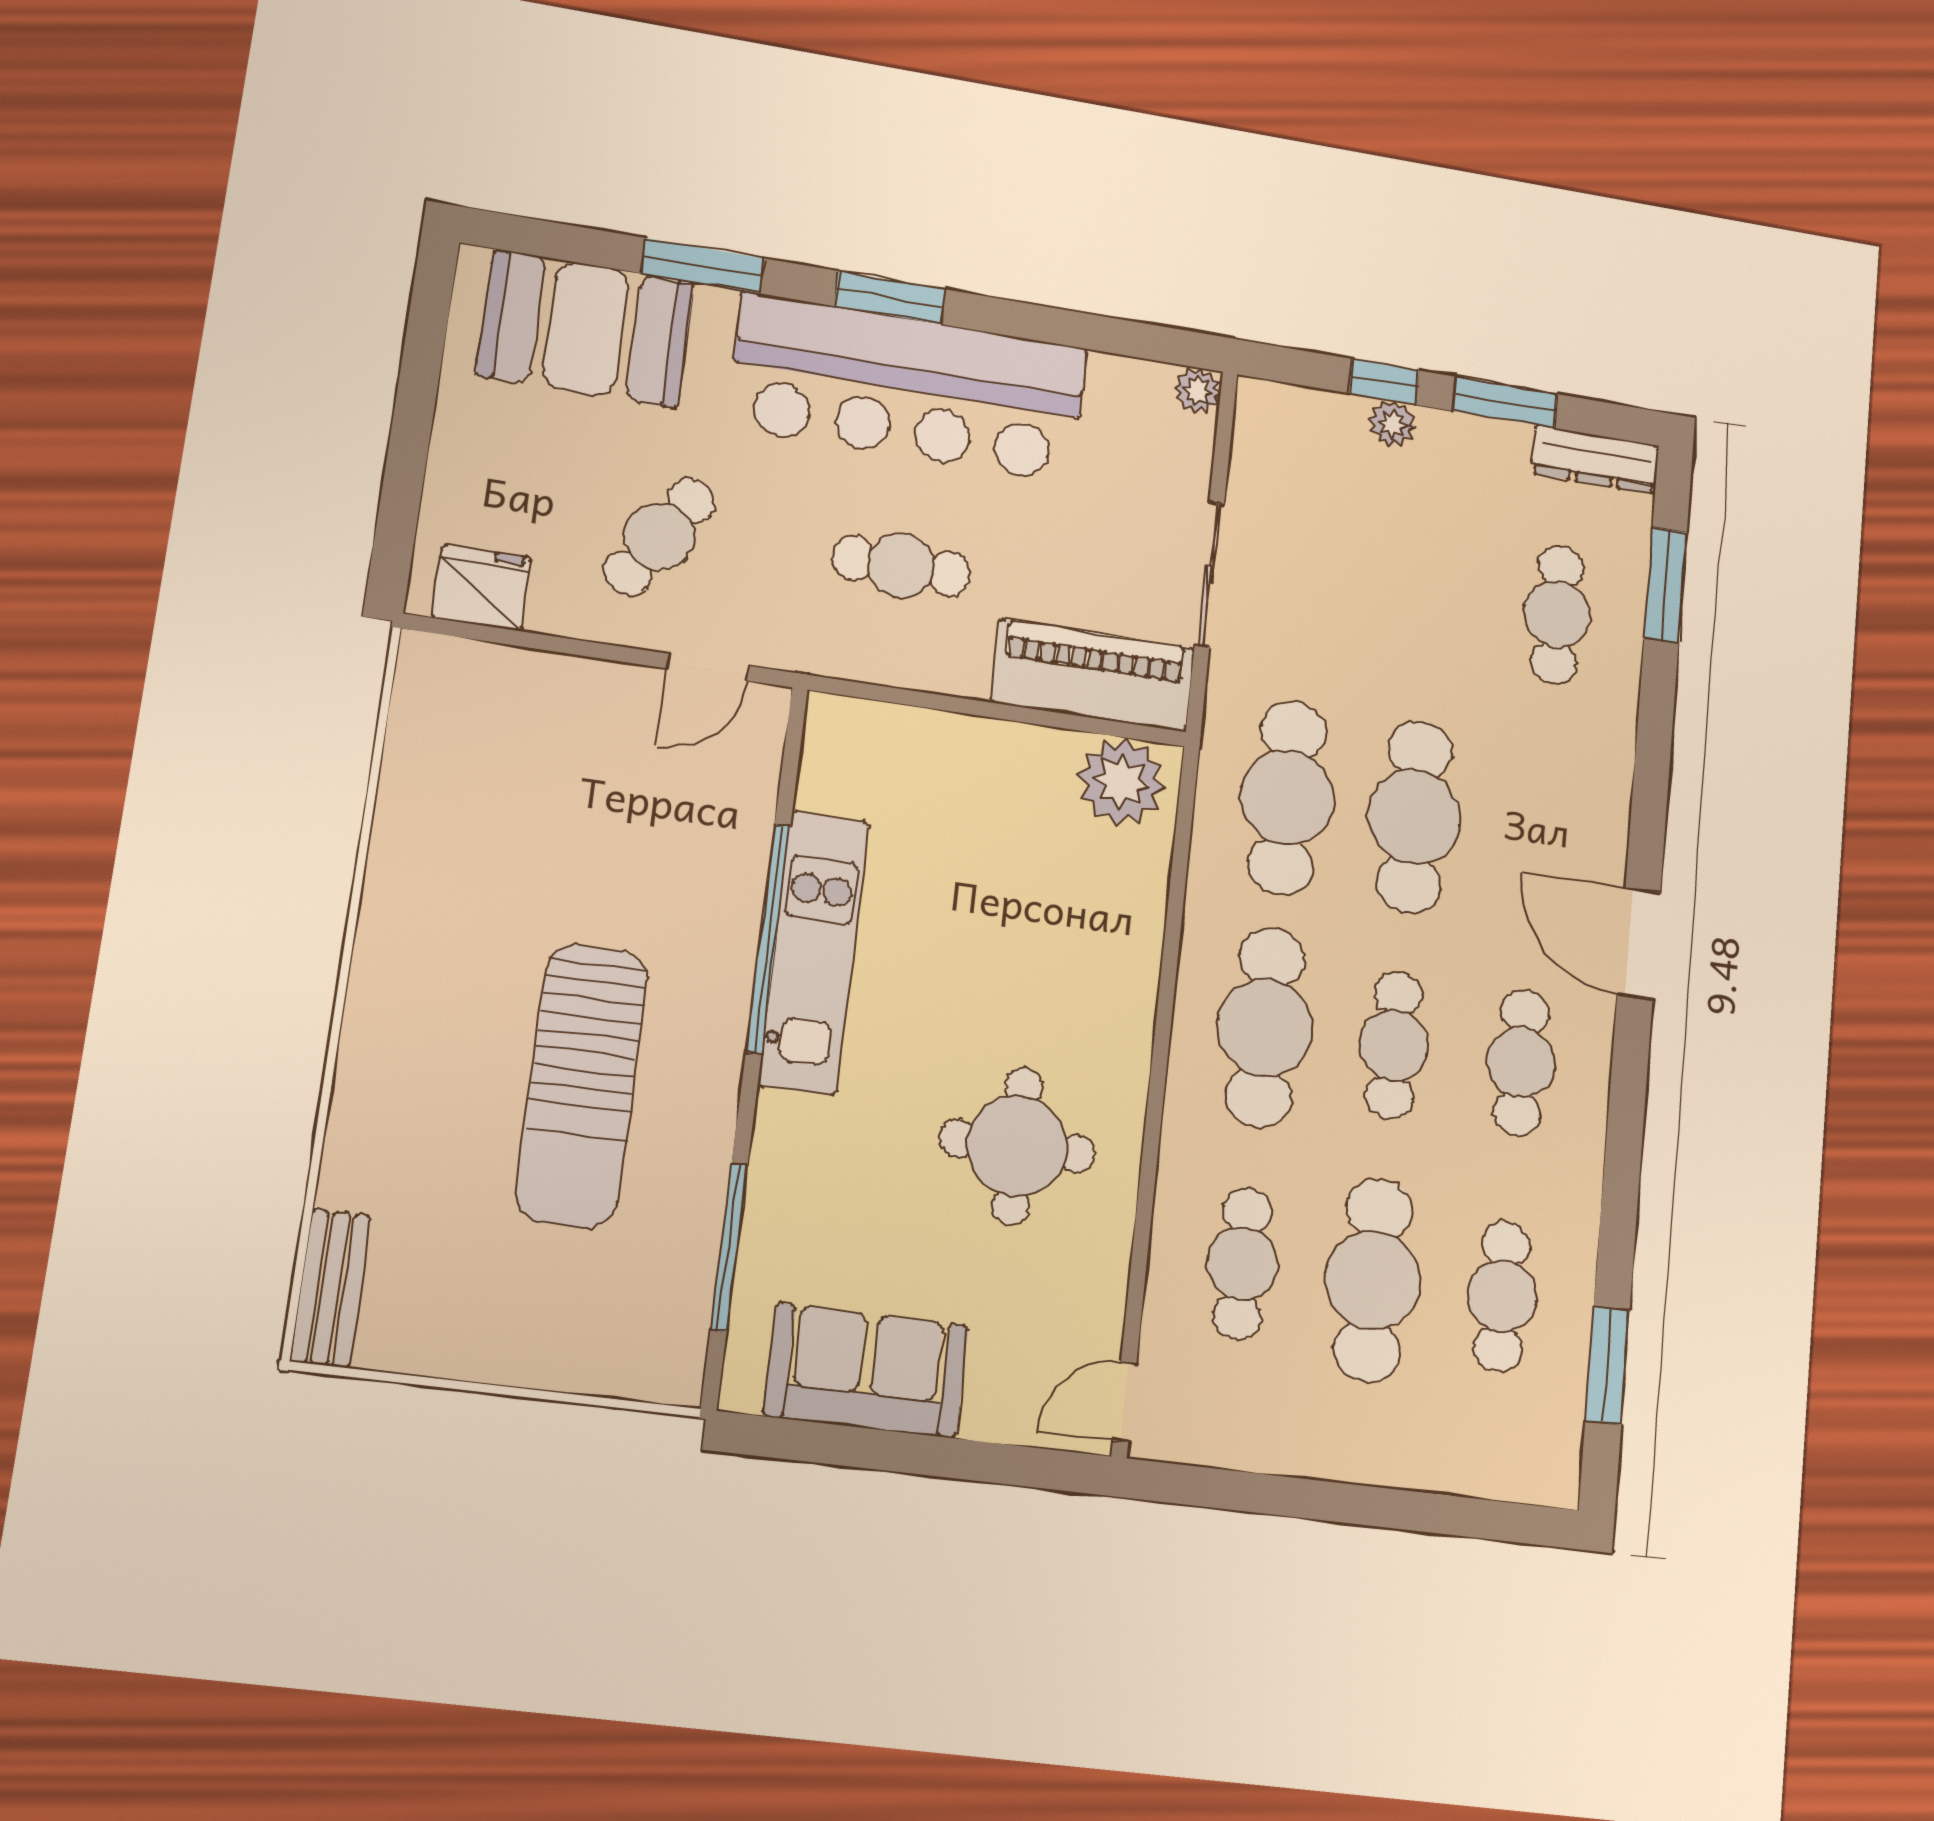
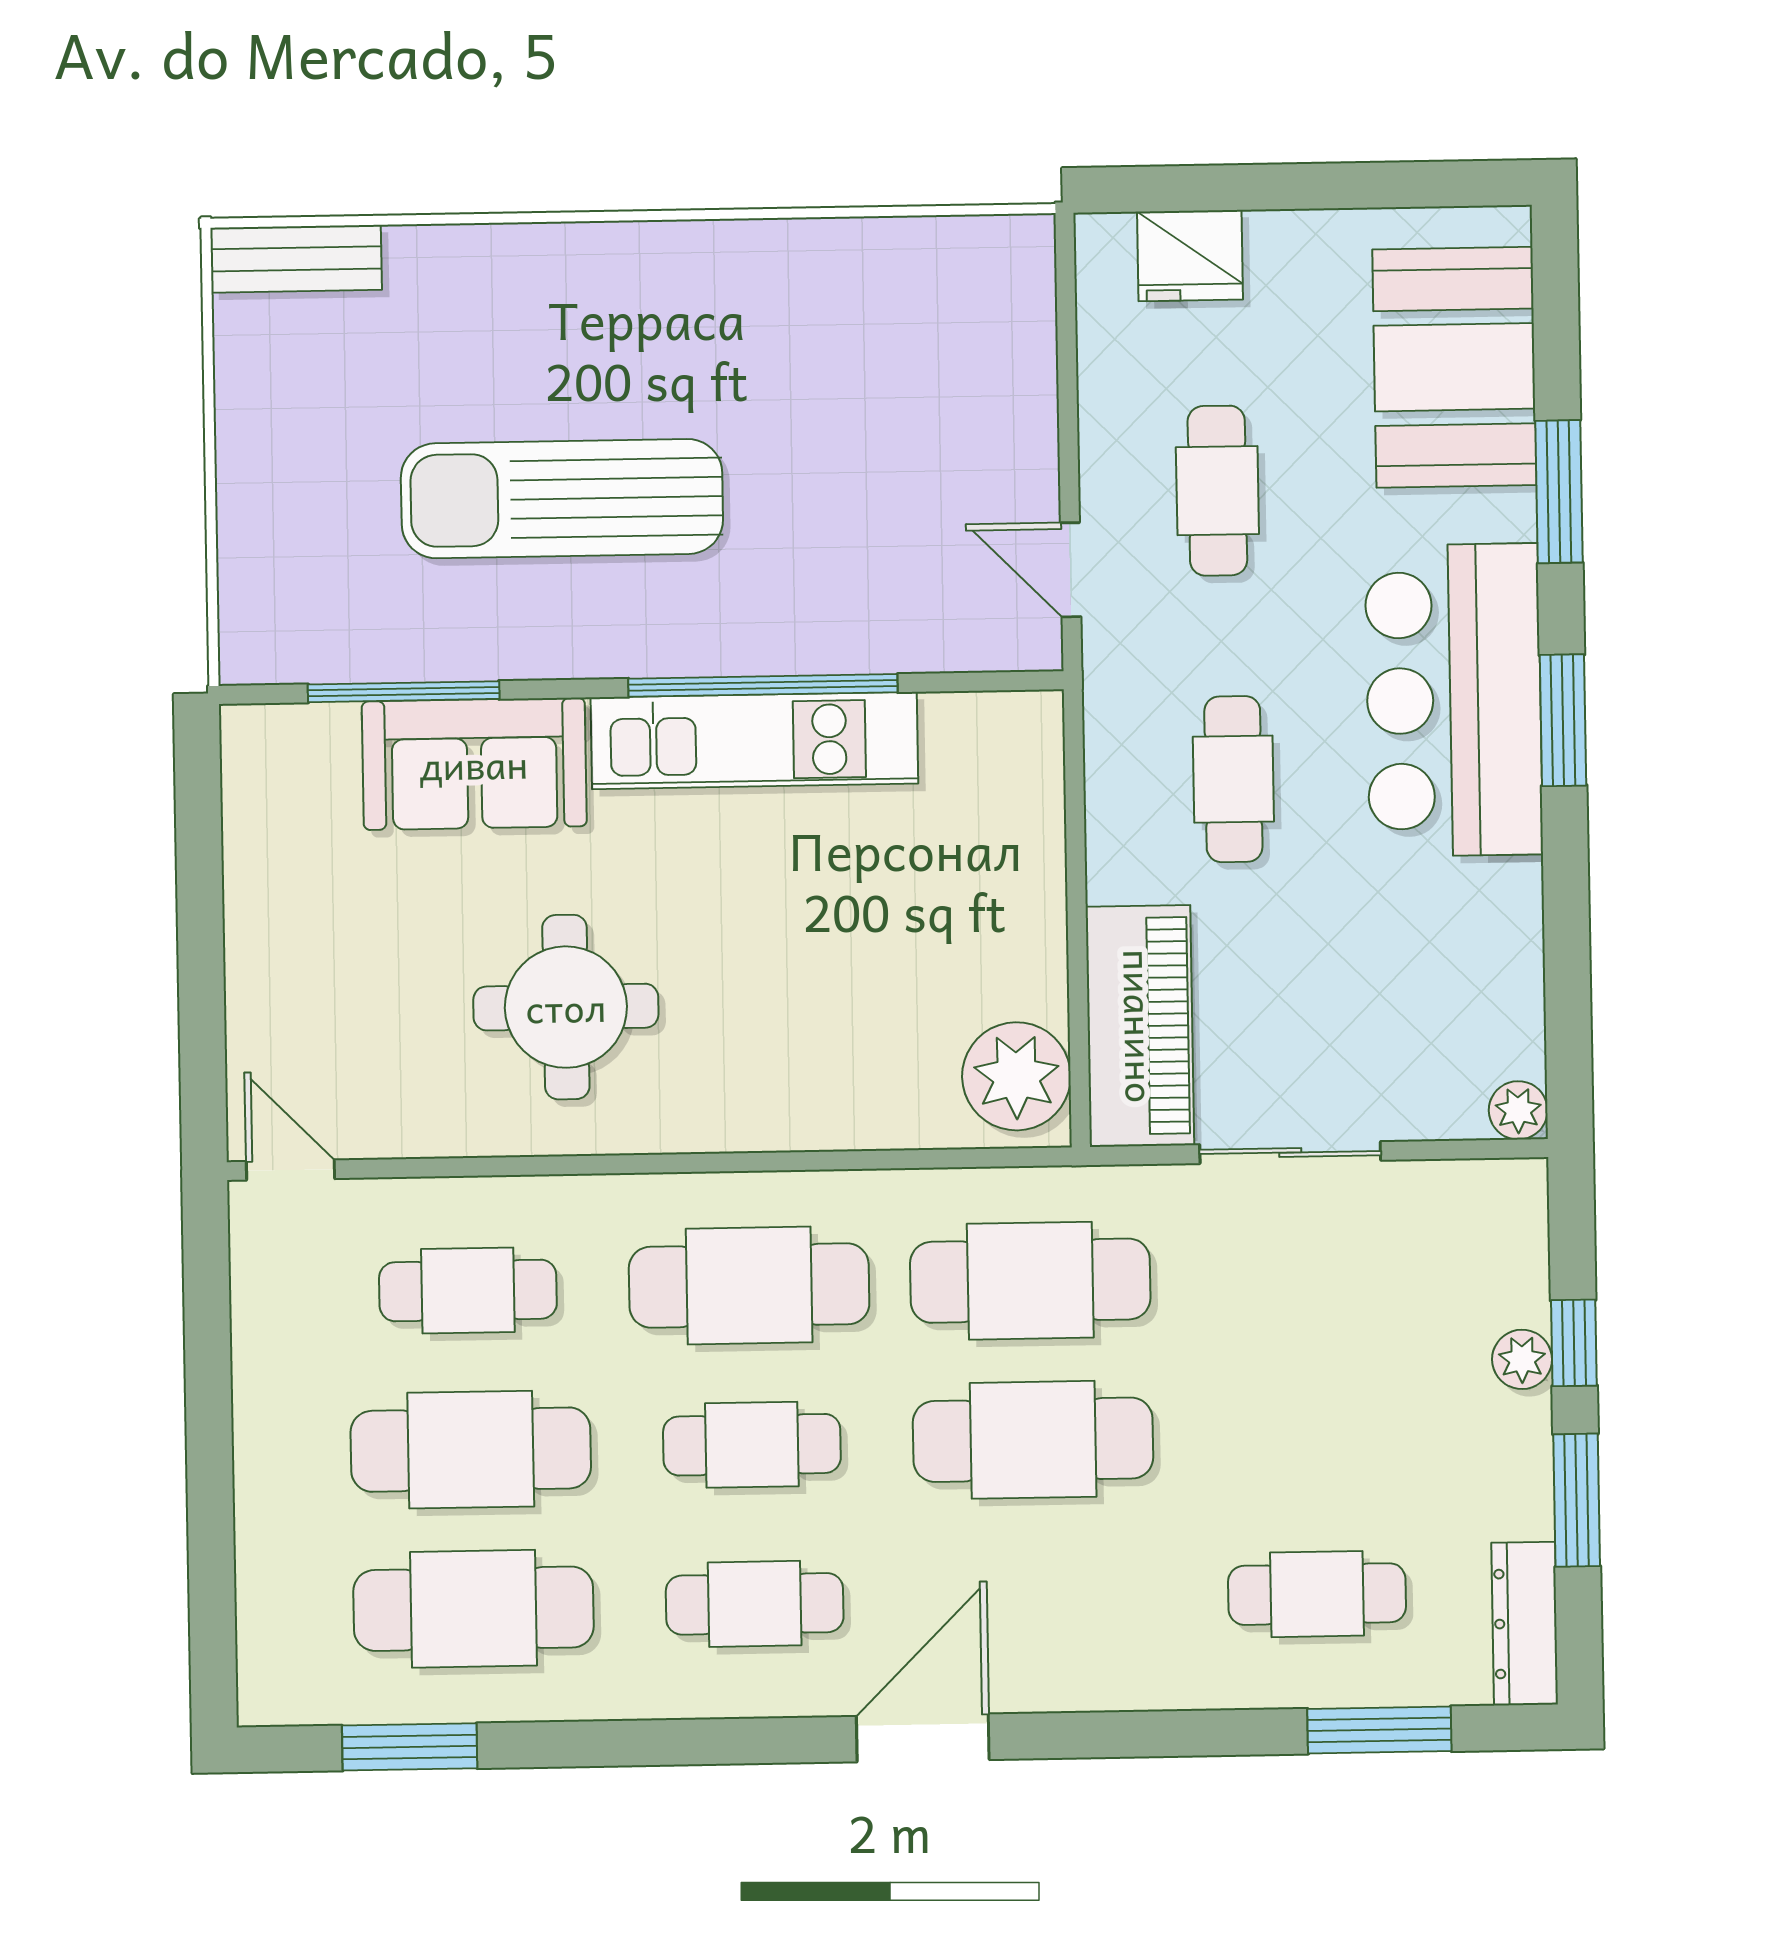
bar counter: (908, 387) -> (1454, 700), width x0.73
cafe table: (660, 537) -> (1217, 491), turned 58
fridge: (482, 588) -> (1190, 256), moved, turned 90
cafe table: (1502, 1296) -> (473, 1609), width x1.37, depth x1.35
sofa: (866, 1371) -> (474, 764), moved, turned 90

